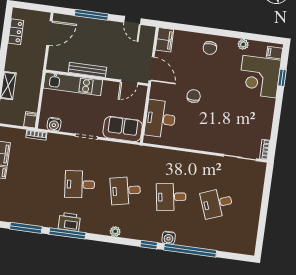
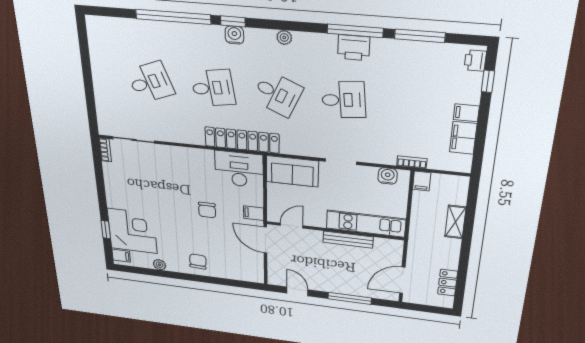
filing cabinet: (165, 40) -> (254, 213), moved, width x0.50
desk: (160, 119) -> (239, 169), moved, turned -90
locker: (157, 155) -> (242, 140), added
desk: (125, 191) -> (277, 94), turned 36
water cooler: (169, 238) -> (234, 35), moved

